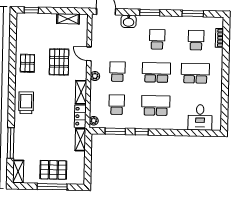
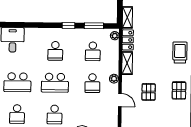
pallet: (59, 62) -> (149, 92), width x0.67, depth x0.71
trolley: (26, 103) -> (180, 52), turned 180
school desk: (156, 105) -> (55, 51), width x0.54

